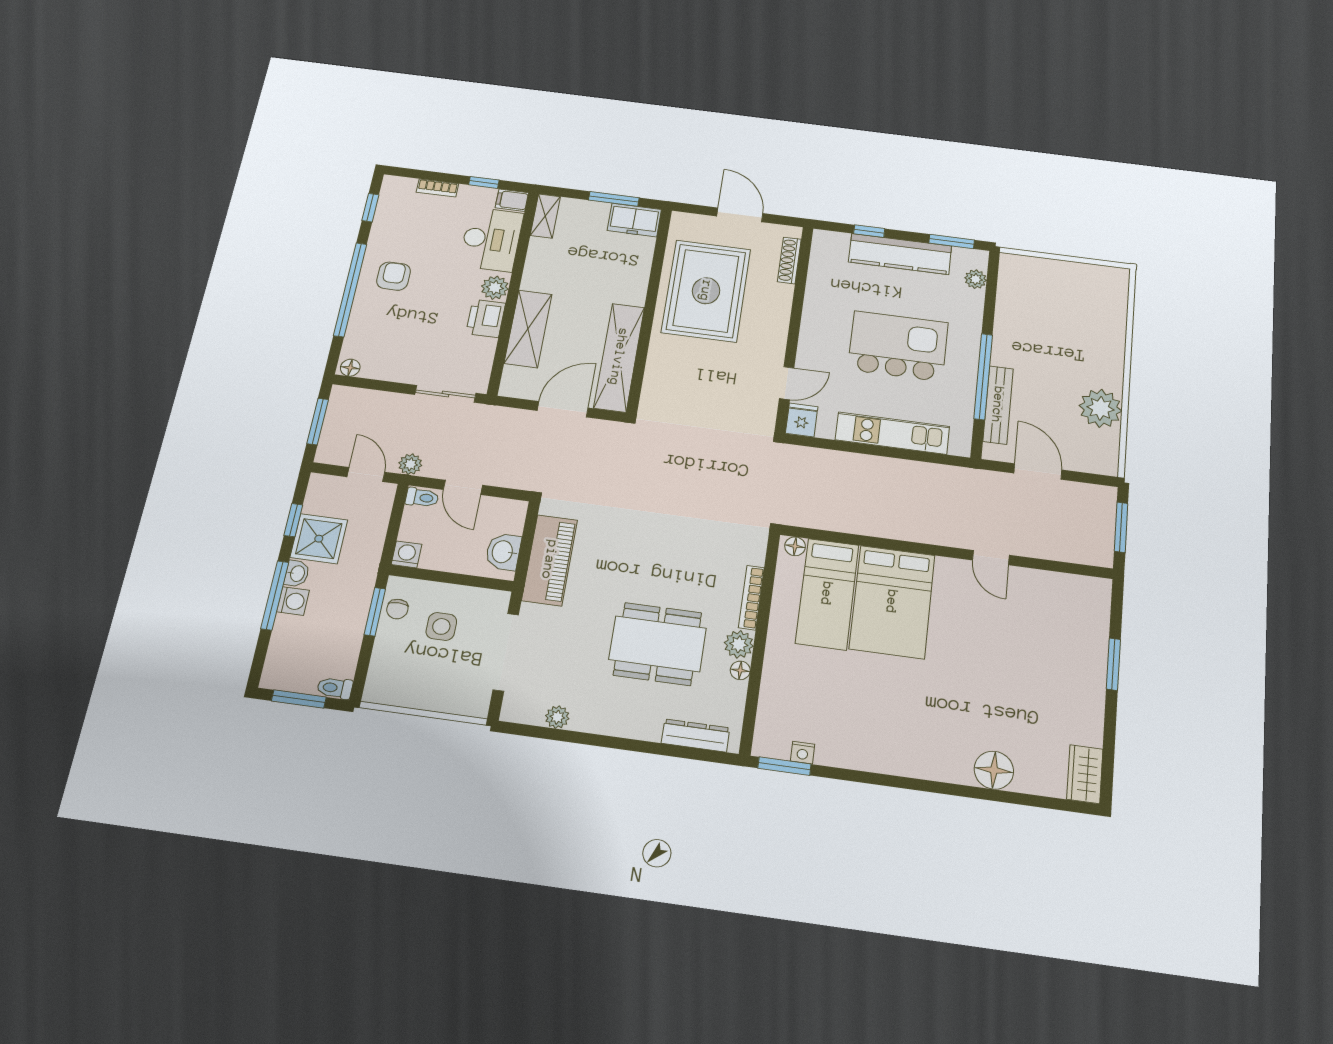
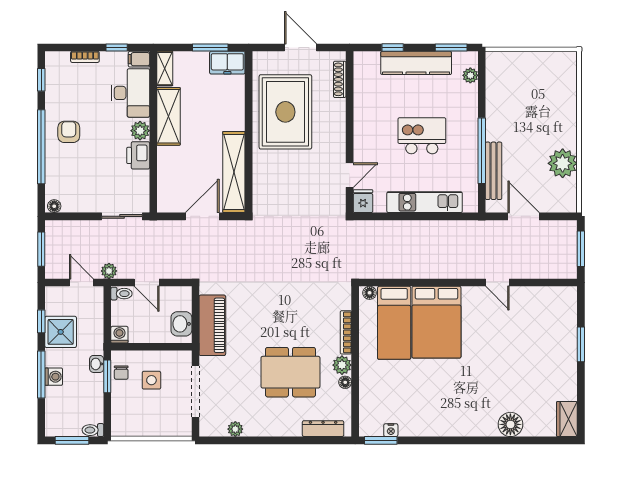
shelving: (528, 329) -> (168, 116), moved
kitchen island: (898, 346) -> (422, 136), width x0.73, depth x0.78
washbasin: (297, 573) -> (97, 364), moved, turned 180

